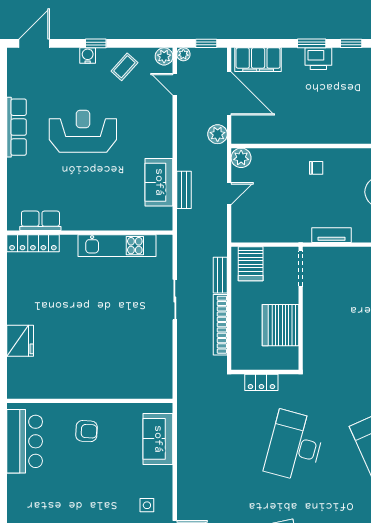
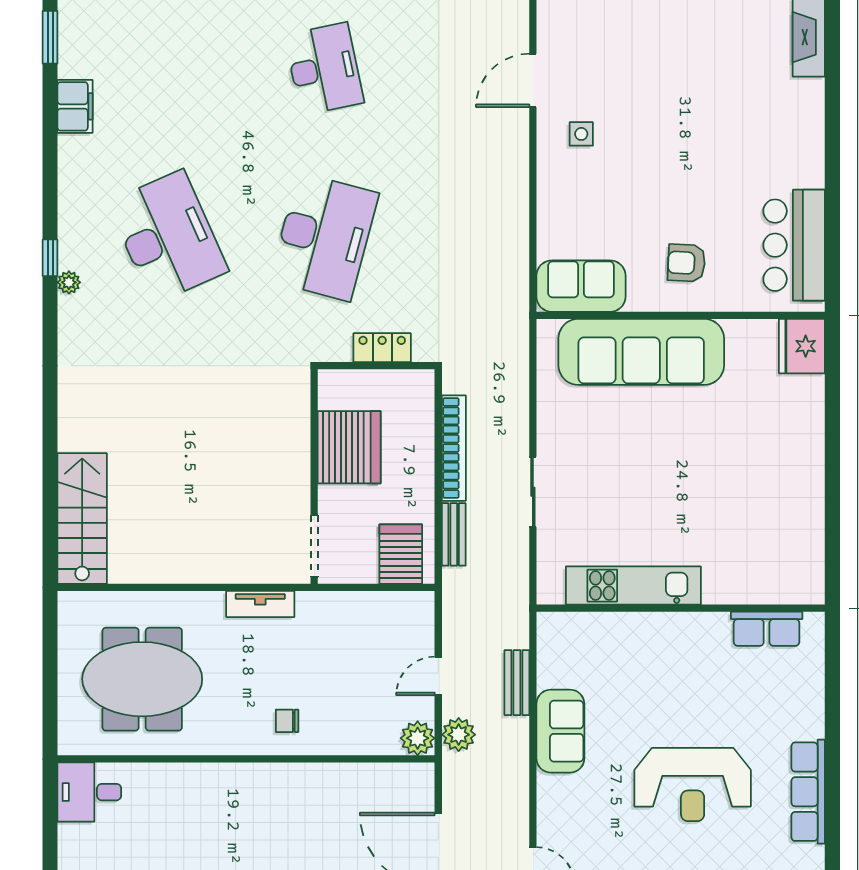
plant: (218, 134) -> (459, 735), moved
sofa: (159, 182) -> (560, 731), moved
locker: (33, 243) -> (780, 590), removed
fridge: (20, 341) -> (802, 346), moved
sofa: (112, 380) -> (641, 352), added
sofa: (158, 439) -> (581, 286), moved, turned -90

